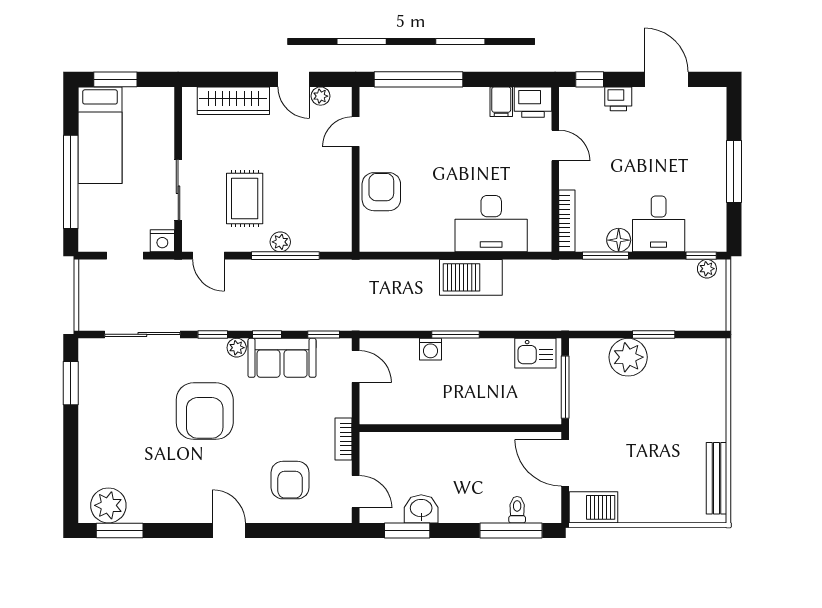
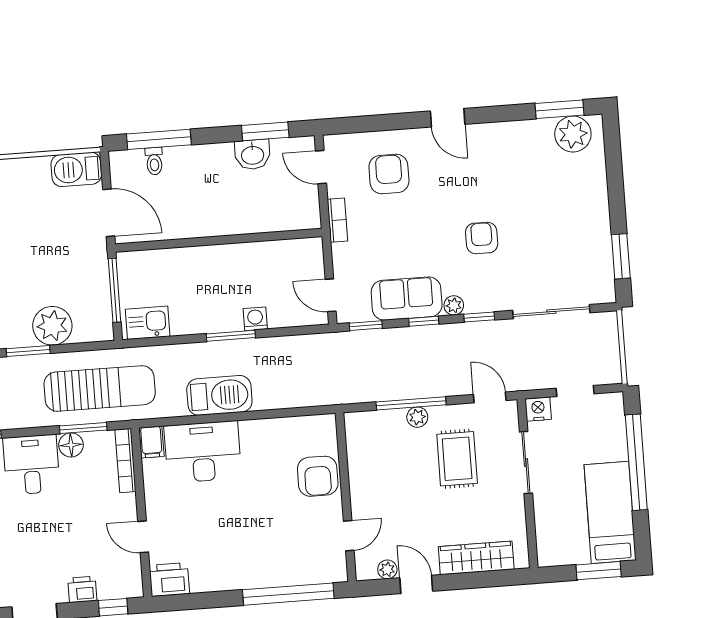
filing cabinet: (501, 102) -> (151, 442), moved, turned 180
sun lounger: (587, 293) -> (100, 388), added
armchair: (205, 411) -> (482, 238), width x0.53, depth x0.53

